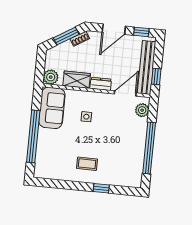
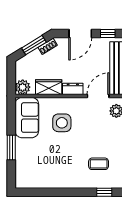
side table: (86, 117) -> (62, 123), width x1.87, depth x1.87
window: (33, 136) -> (11, 148), width x0.47
coffee table: (87, 164) -> (99, 164), moved
window: (101, 188) -> (104, 192), moved

